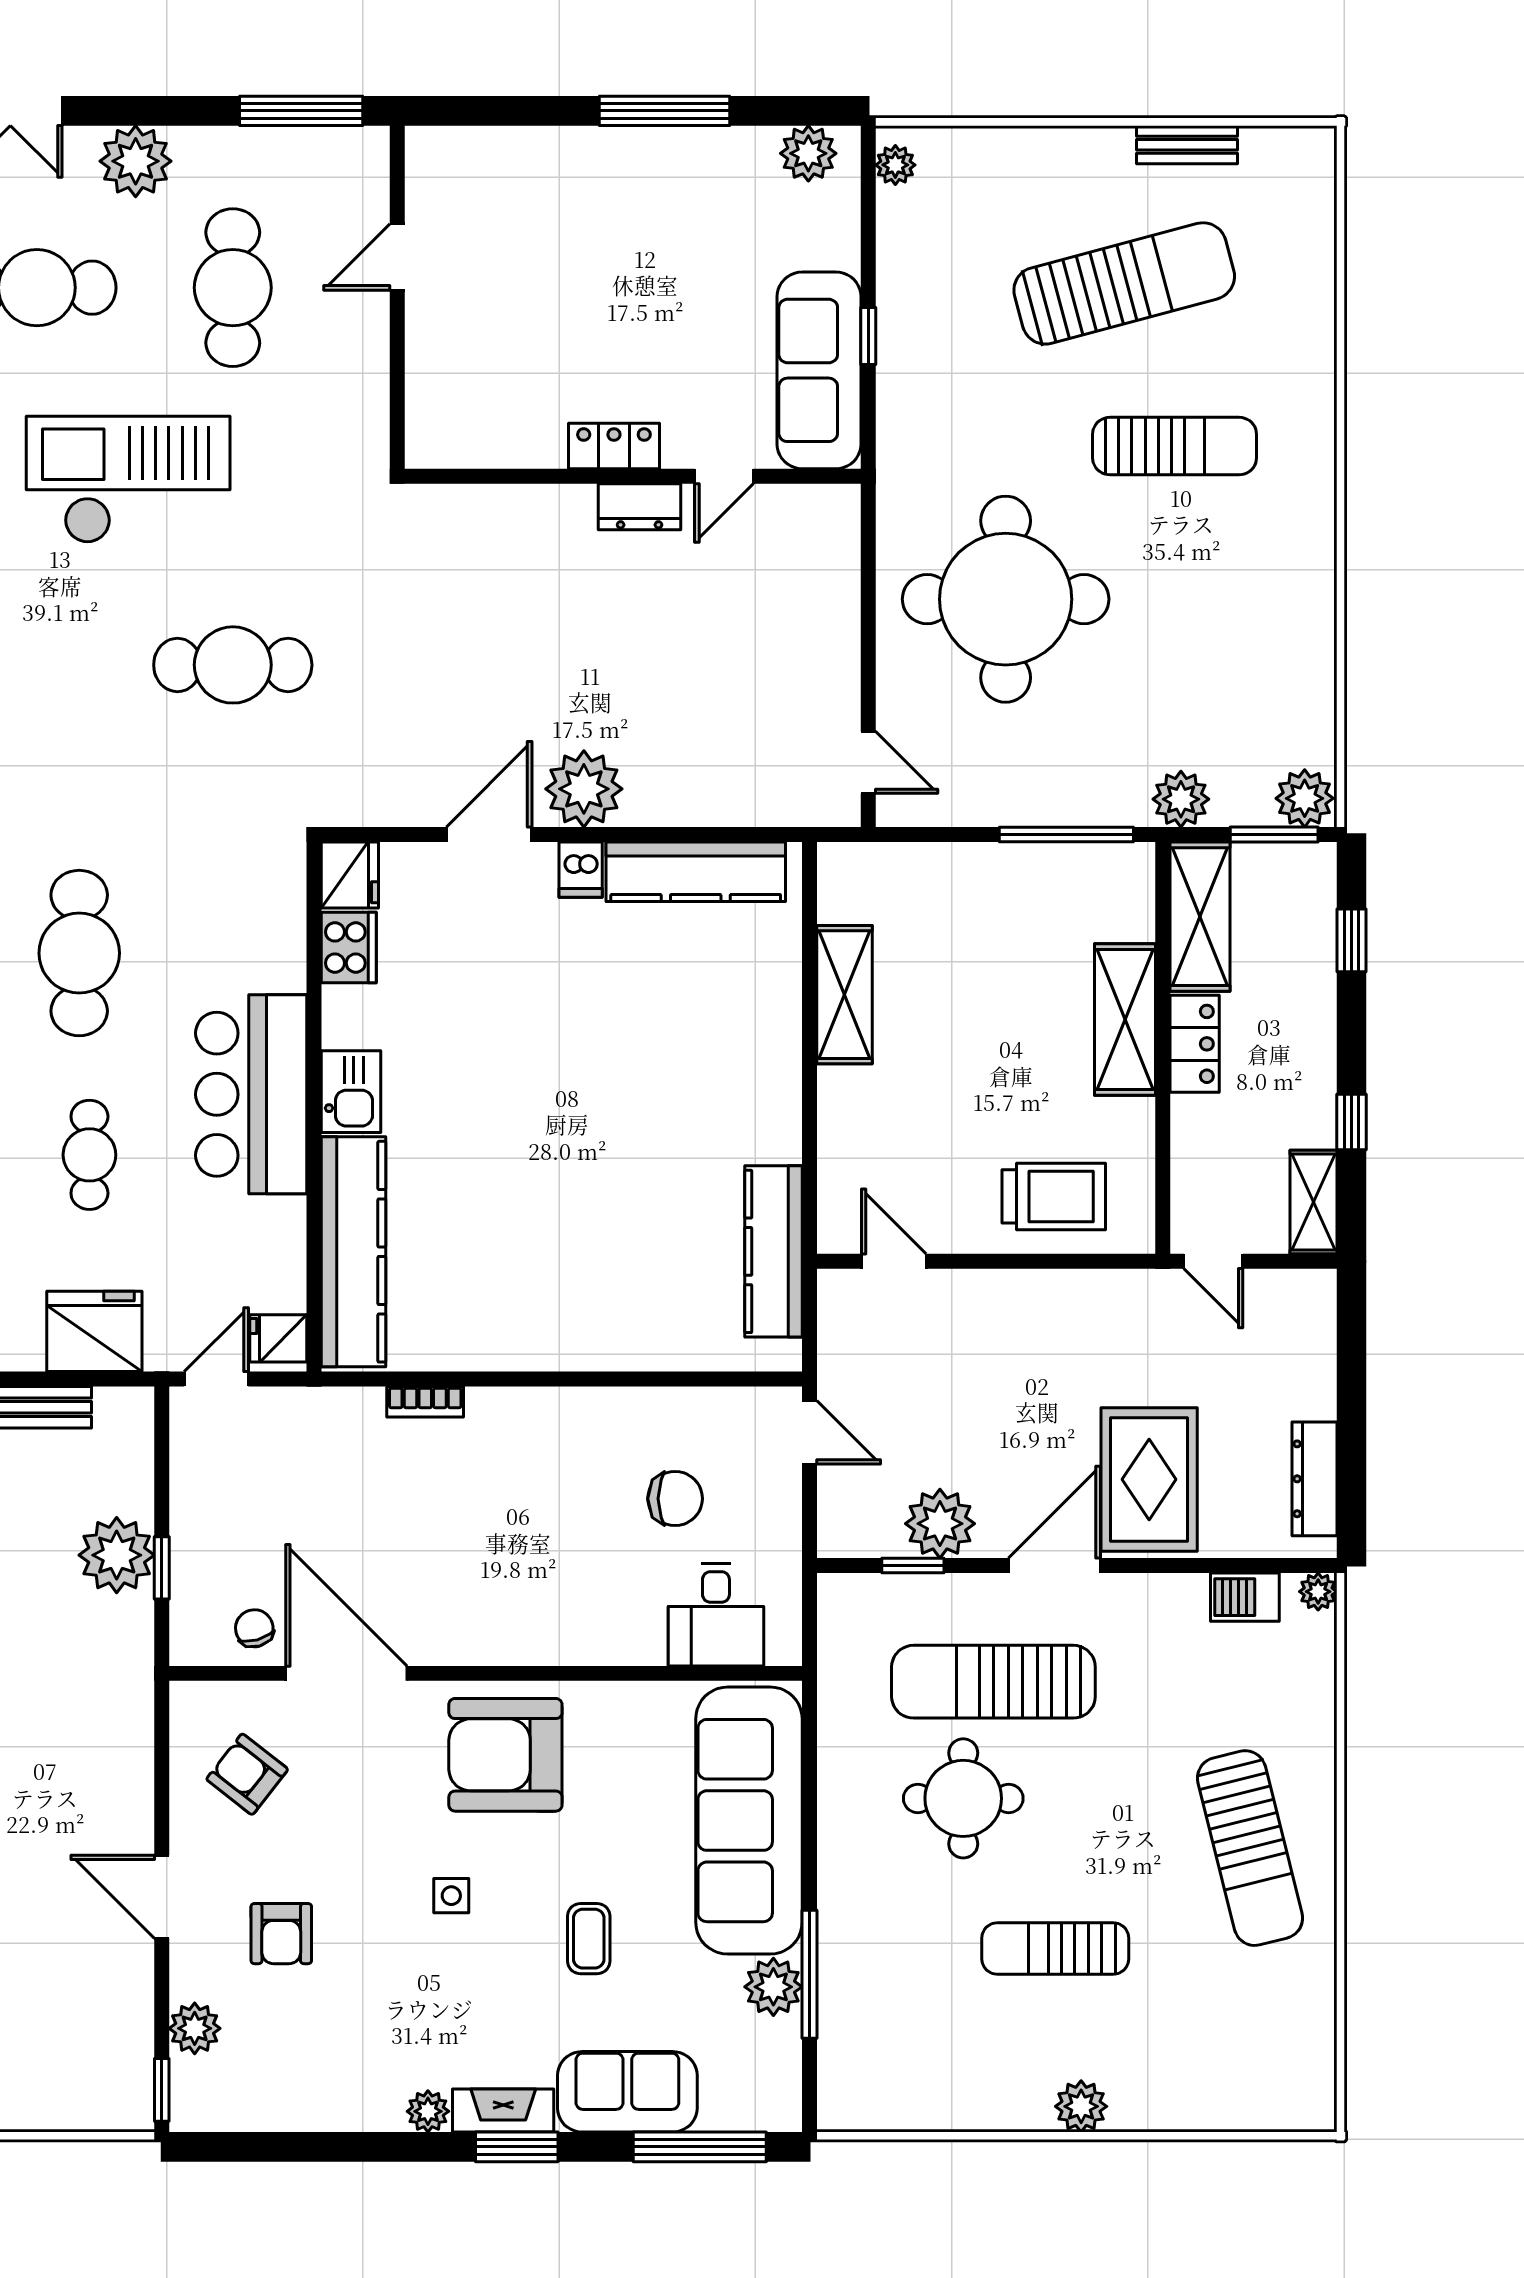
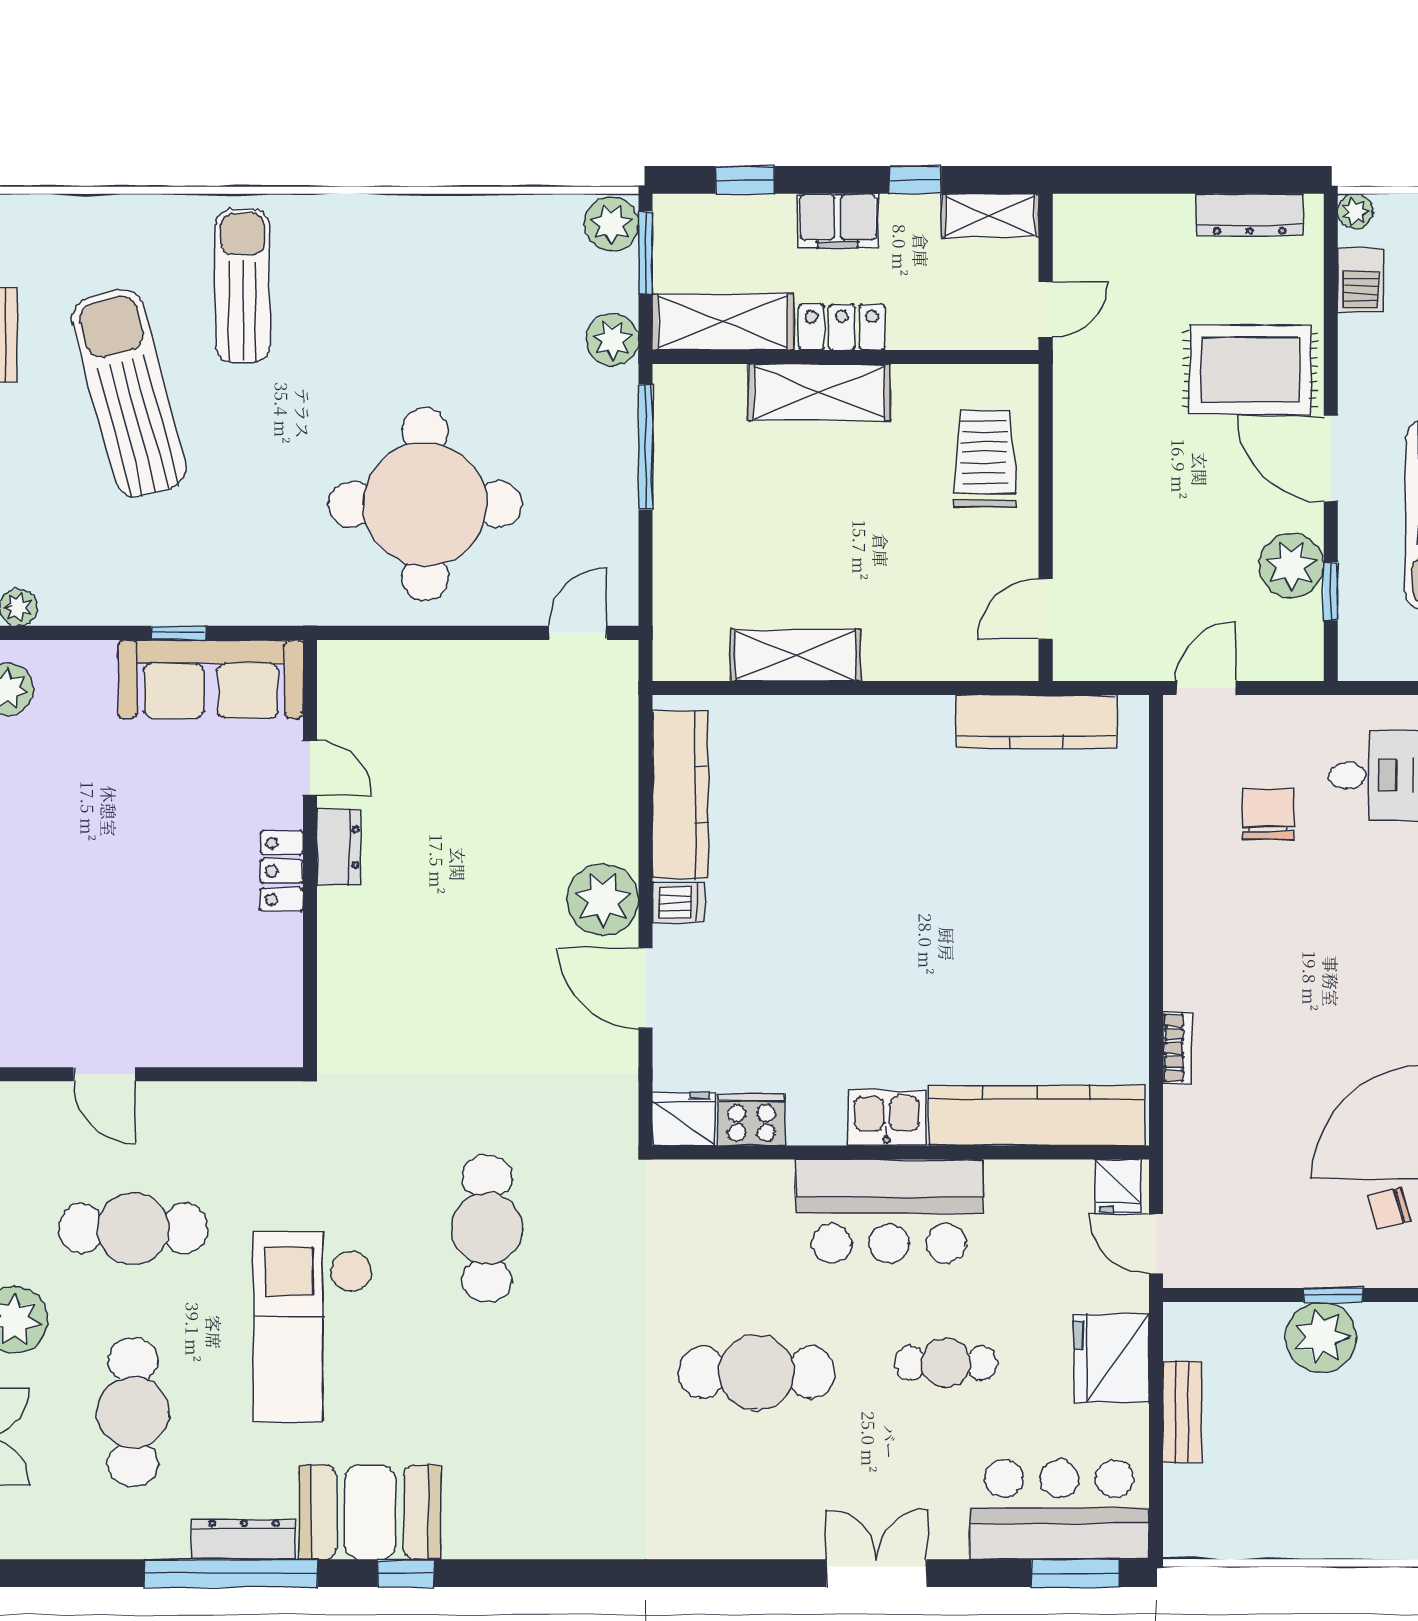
sun lounger: (1175, 446) -> (243, 286), moved
filing cabinet: (1308, 1039) -> (838, 221), added

